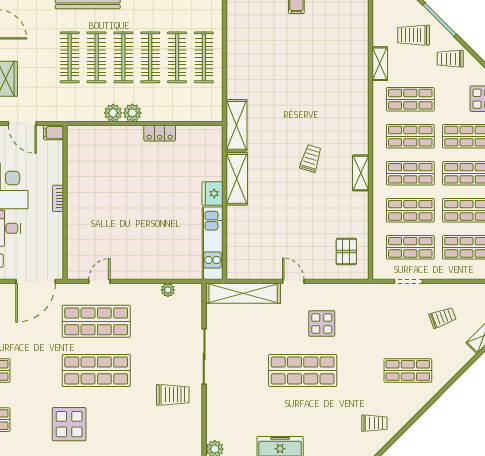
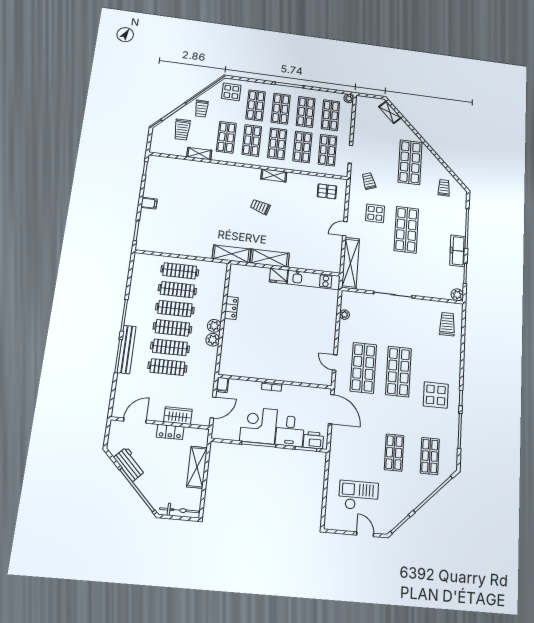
trolley: (443, 318) -> (369, 181), moved
shop shelf: (408, 370) -> (410, 162), width x1.43, depth x1.36
trolley: (173, 395) -> (447, 324), moved

